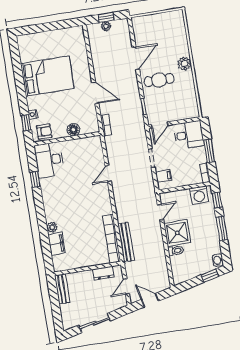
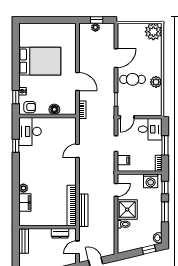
plant: (174, 21) -> (153, 32), added
plant: (184, 64) -> (156, 82), moved

